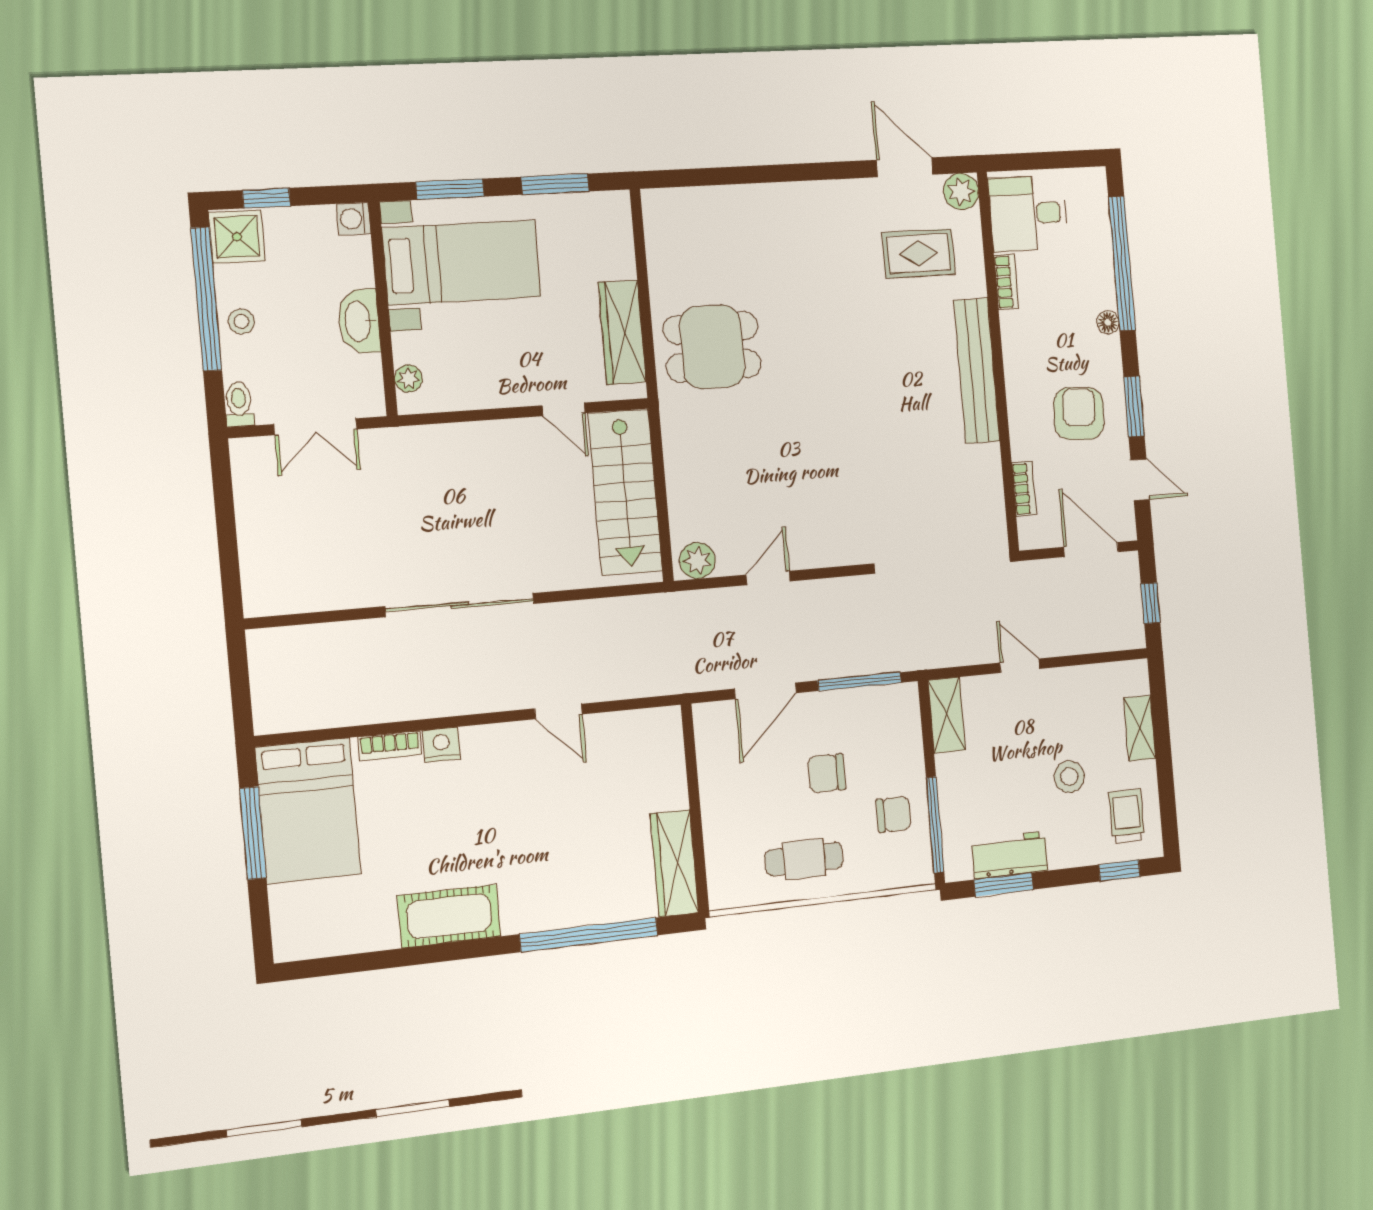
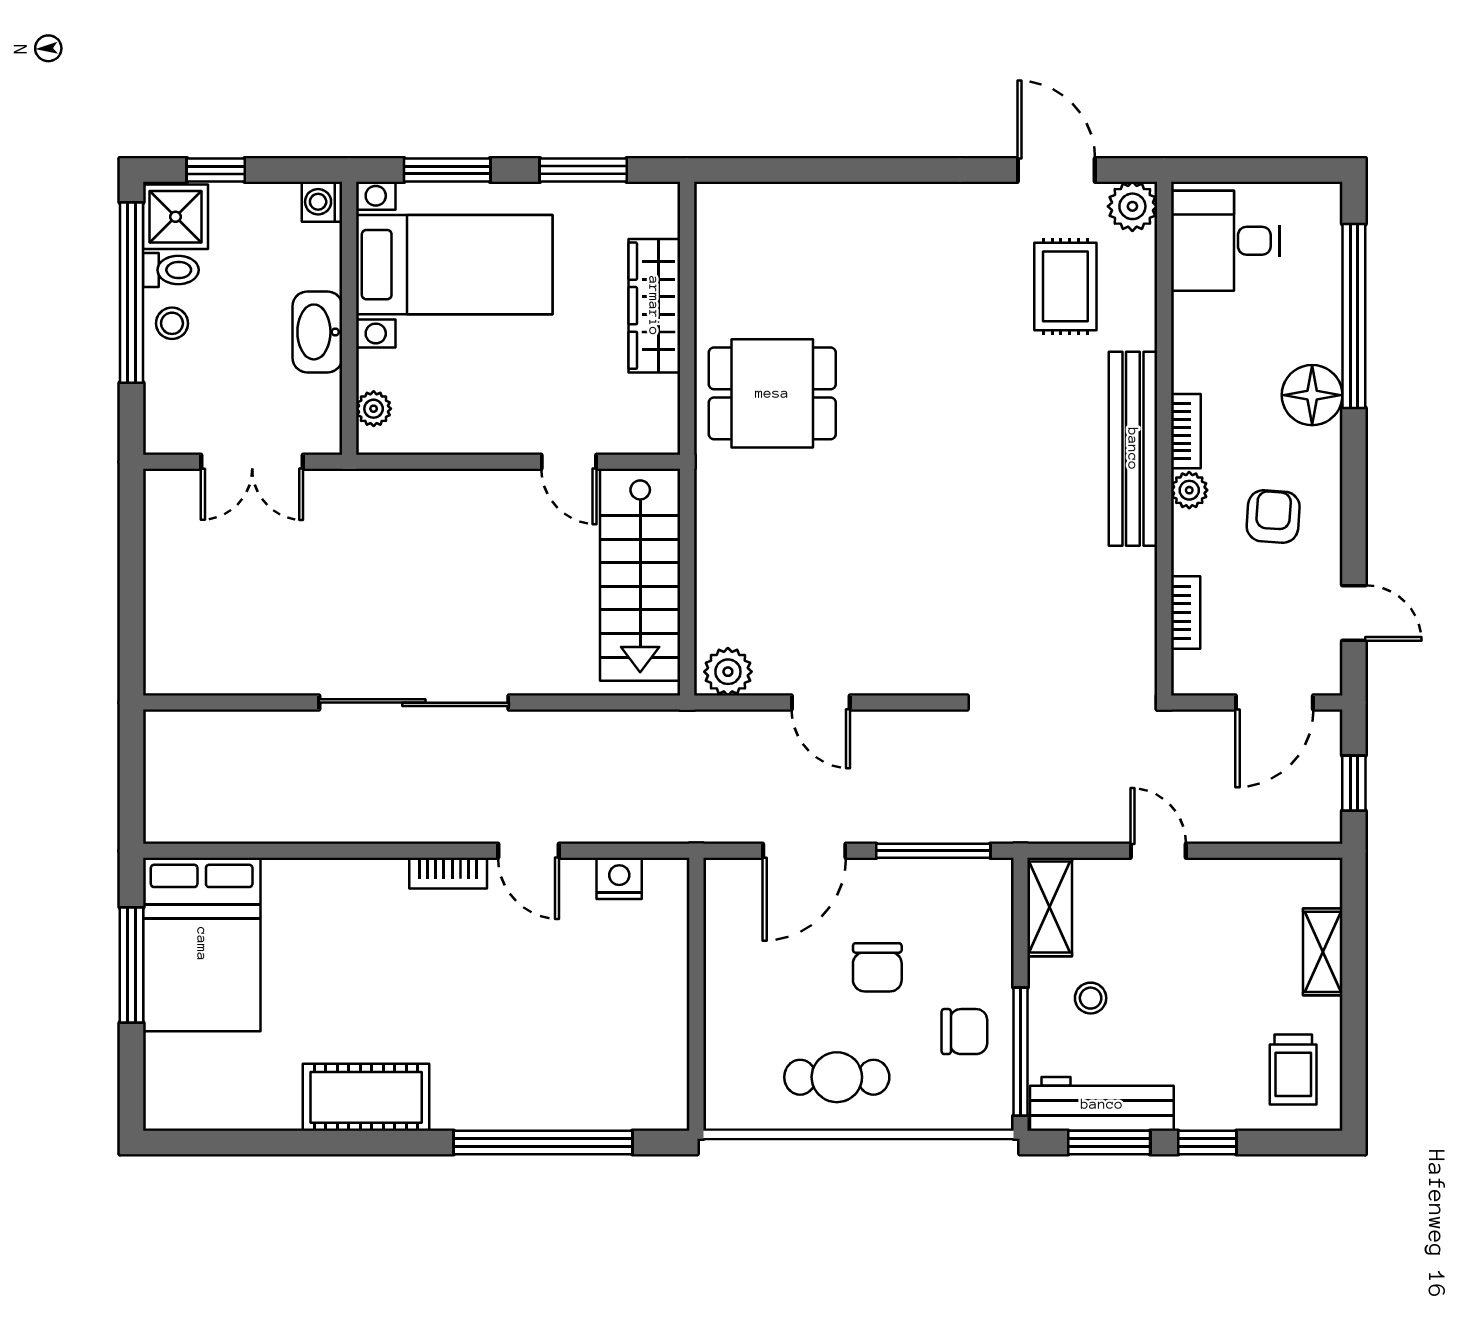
rug: (919, 253) -> (1065, 286), turned 90
bookcase: (1007, 282) -> (1186, 431), moved
floor lamp: (1108, 322) -> (1312, 395), width x1.89, depth x1.89
wardrobe: (622, 332) -> (654, 306), moved
plant: (1019, 398) -> (1189, 490), added
toilet: (239, 404) -> (171, 270), moved, turned 90
window: (1134, 407) -> (1354, 513), removed
armchair: (1079, 413) -> (1273, 516), width x0.72, depth x0.72
door: (1091, 549) -> (1274, 703), swing flipped
door: (768, 578) -> (821, 703), swing flipped
nightstand: (441, 745) -> (619, 878), moved
bookcase: (390, 746) -> (448, 873), moved
chair: (827, 773) -> (877, 967), turned -90
stool: (1069, 777) -> (1091, 998), moved, width x0.73, depth x0.73
trolley: (1127, 816) -> (1293, 1070), turned 180
workbench: (1010, 855) -> (1102, 1104), width x1.38
wardrobe: (675, 863) -> (663, 1063), removed
window: (1120, 871) -> (1207, 1142), moved

